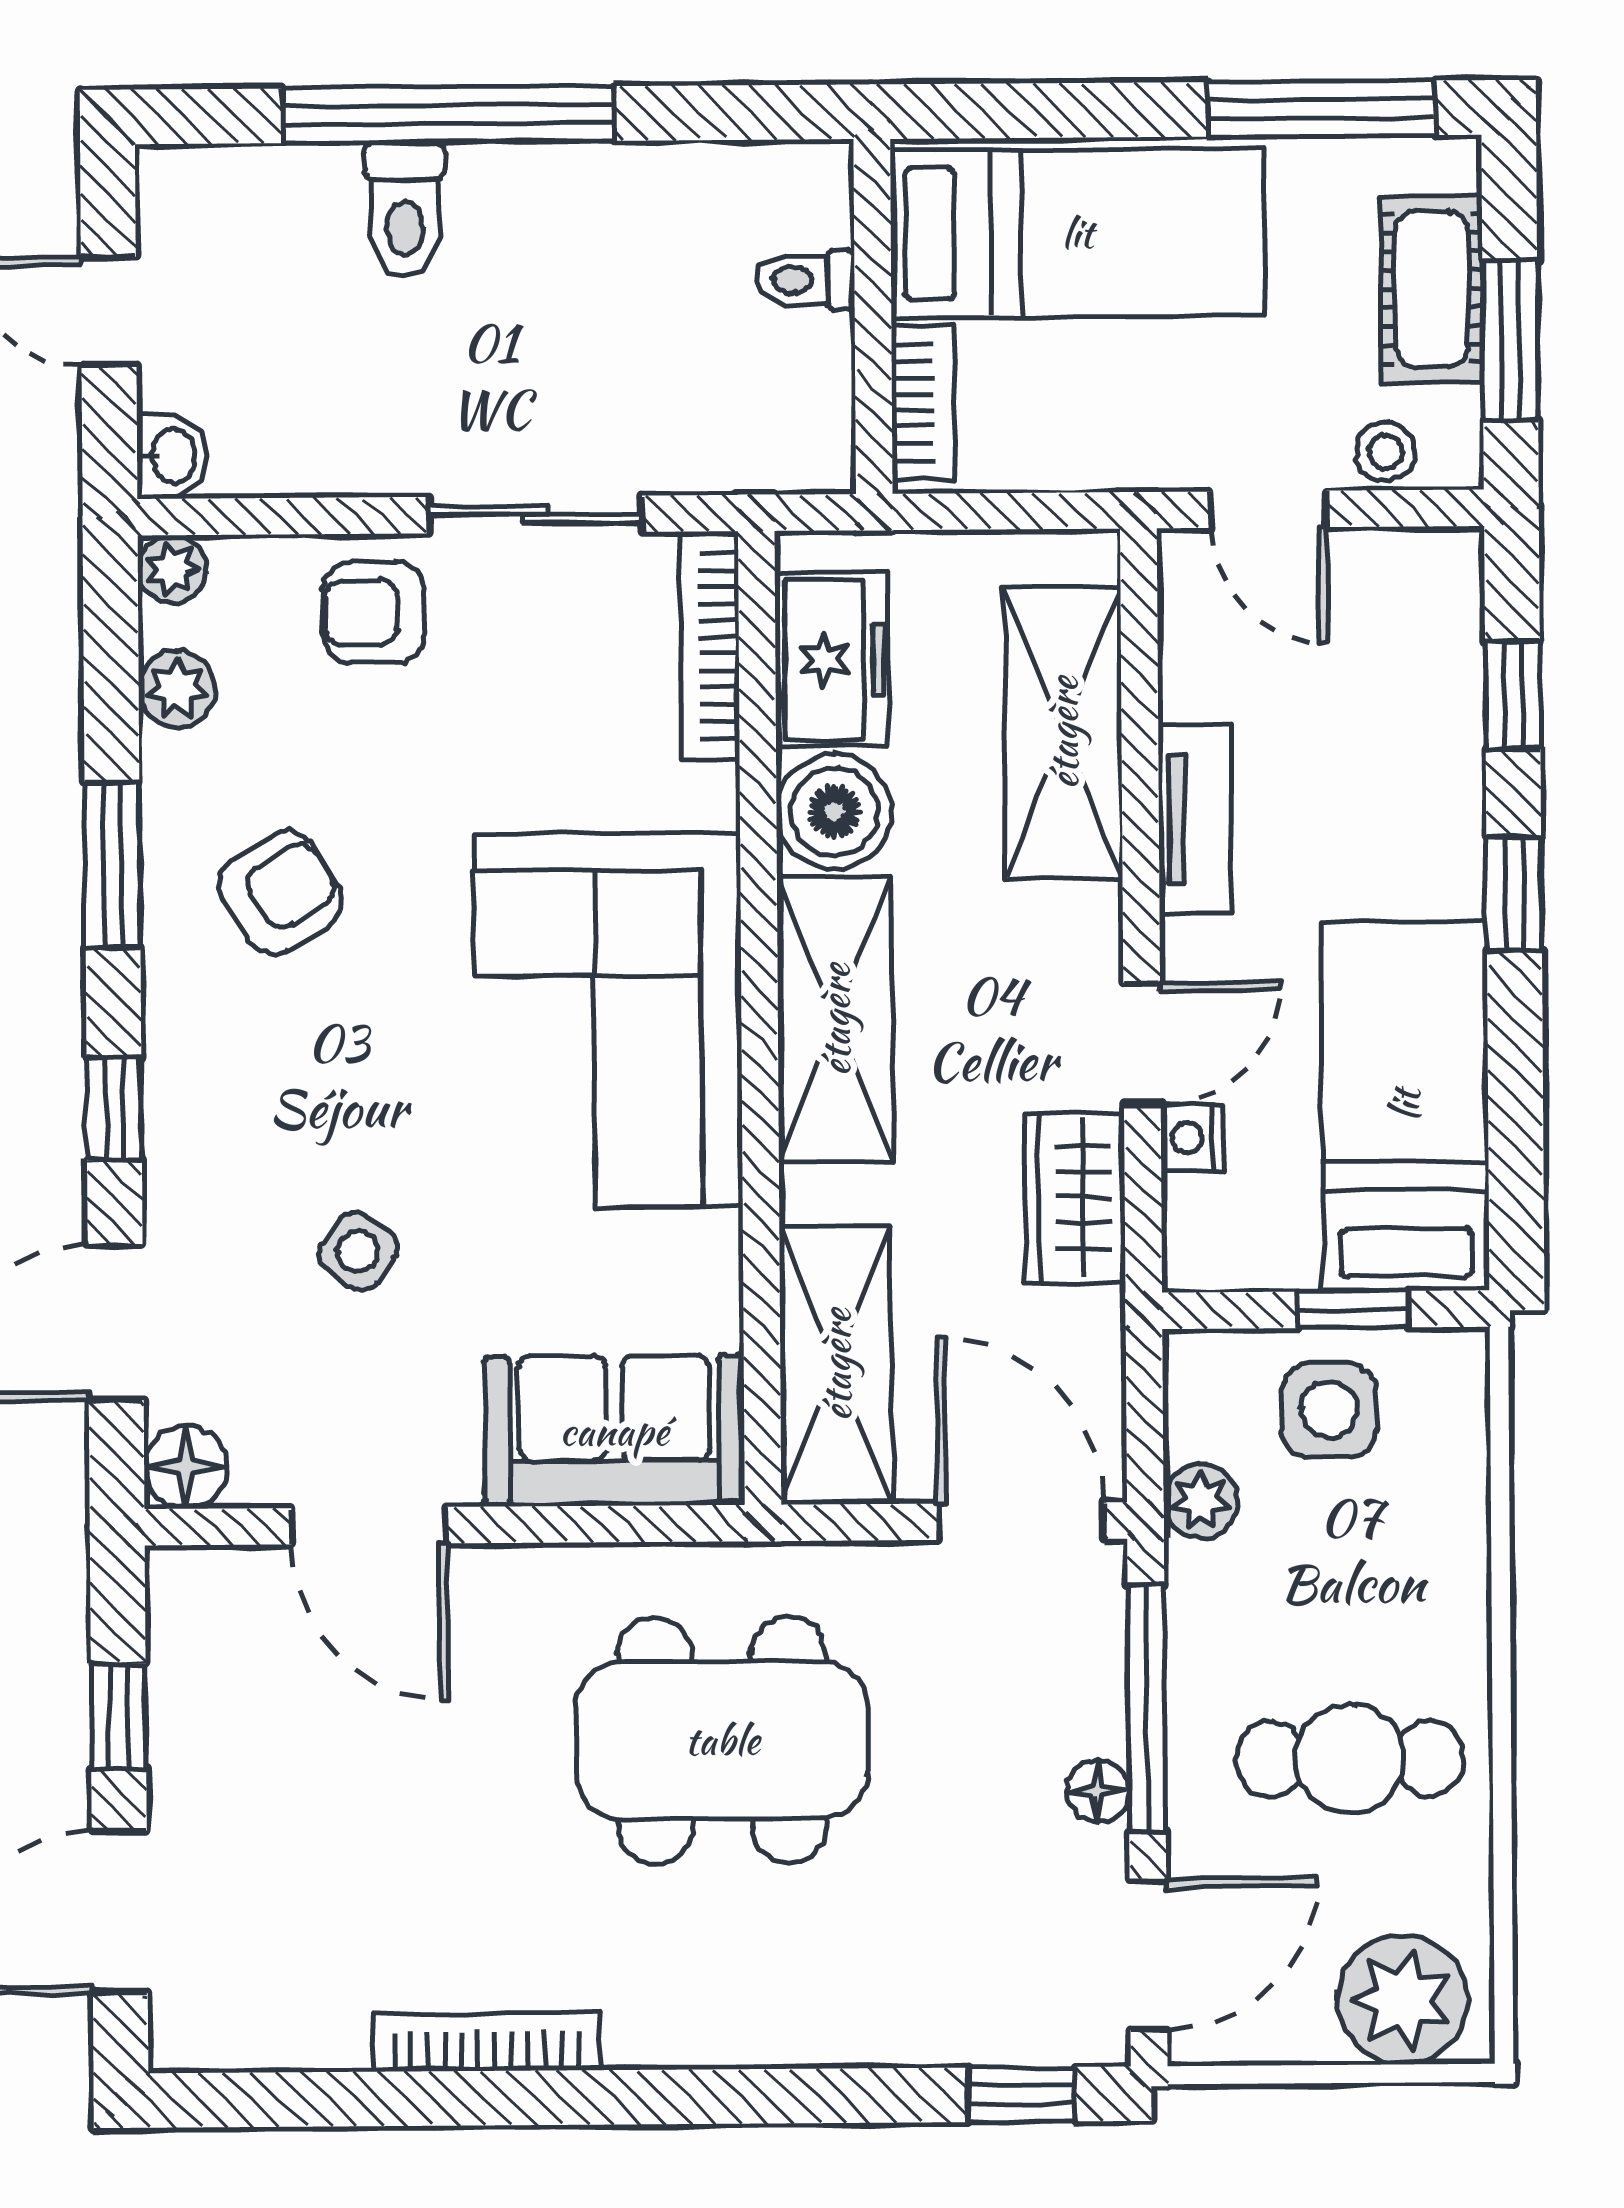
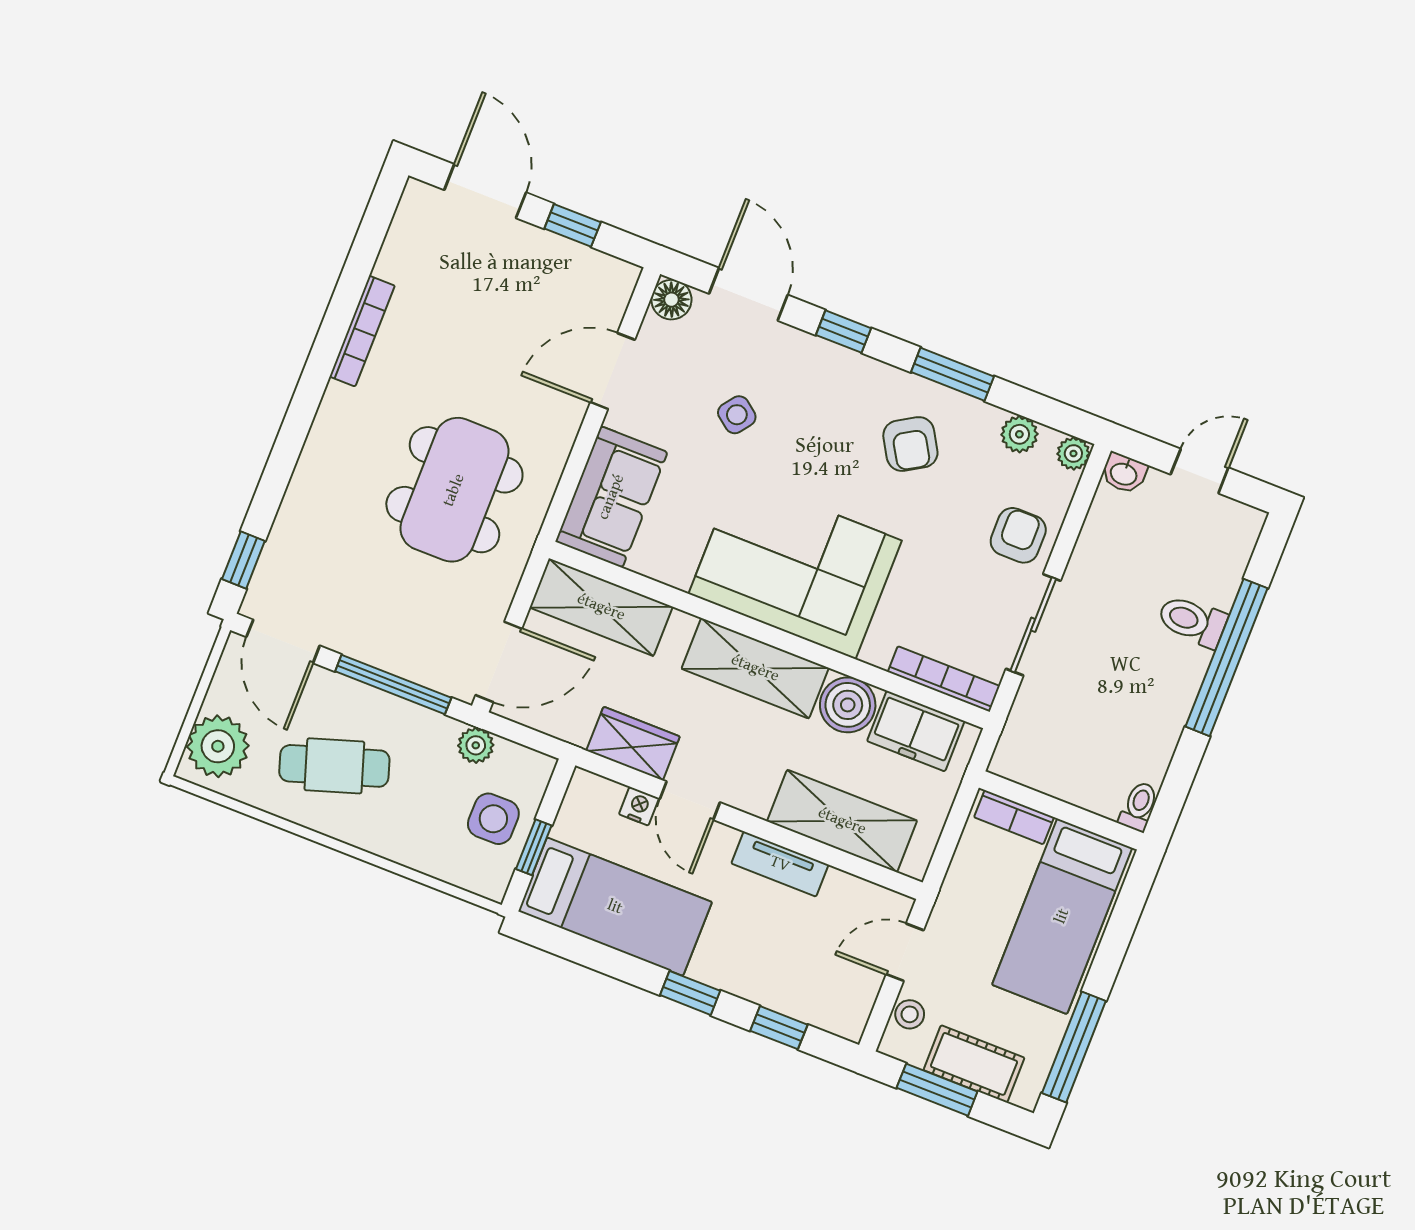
toilet: (806, 280) -> (1139, 806), moved
cafe table: (1350, 1759) -> (334, 766), turned 72
floor lamp: (1098, 1791) -> (365, 648), removed

